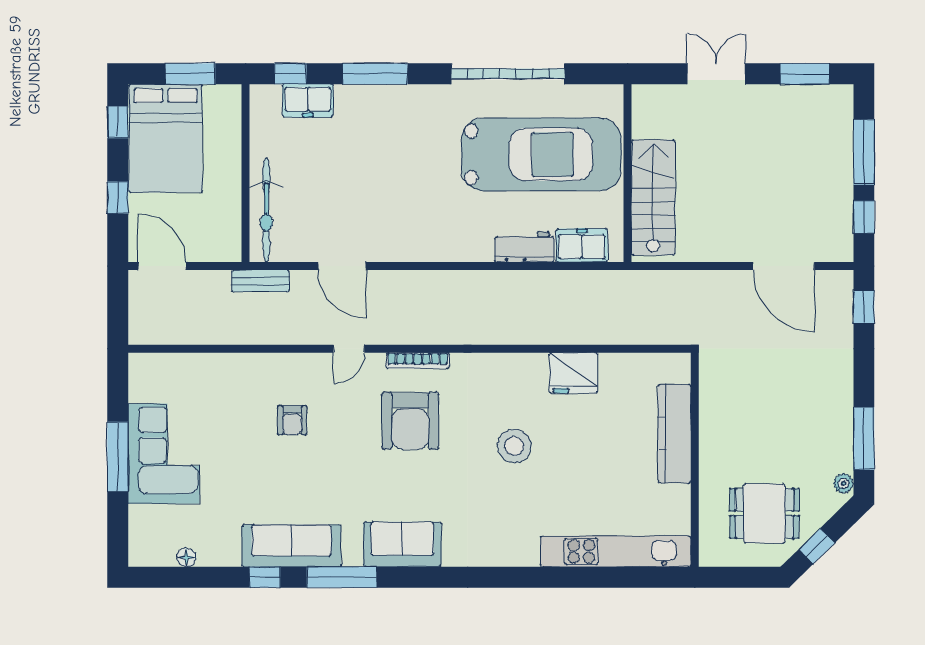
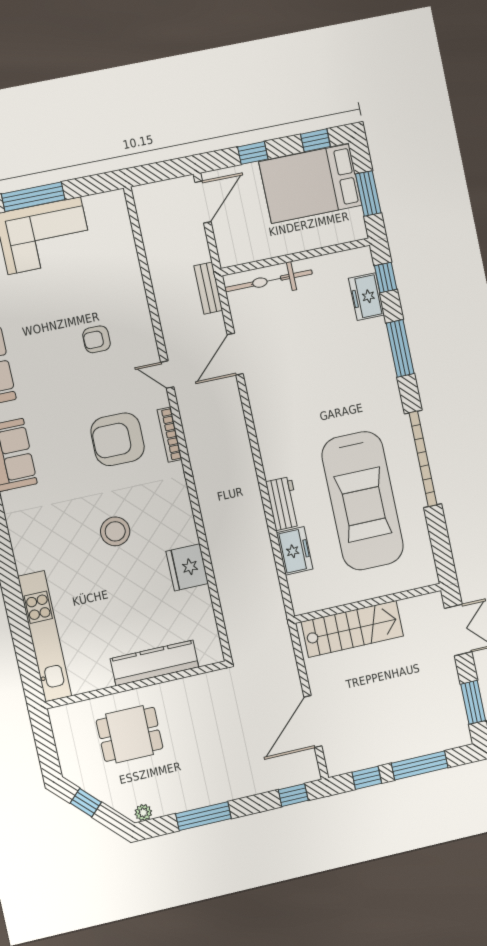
wall: (628, 173) -> (368, 603), moved
stairs: (653, 197) -> (352, 629), moved
window: (864, 438) -> (203, 816), moved
dining table: (764, 513) -> (130, 734), moved, turned 90

